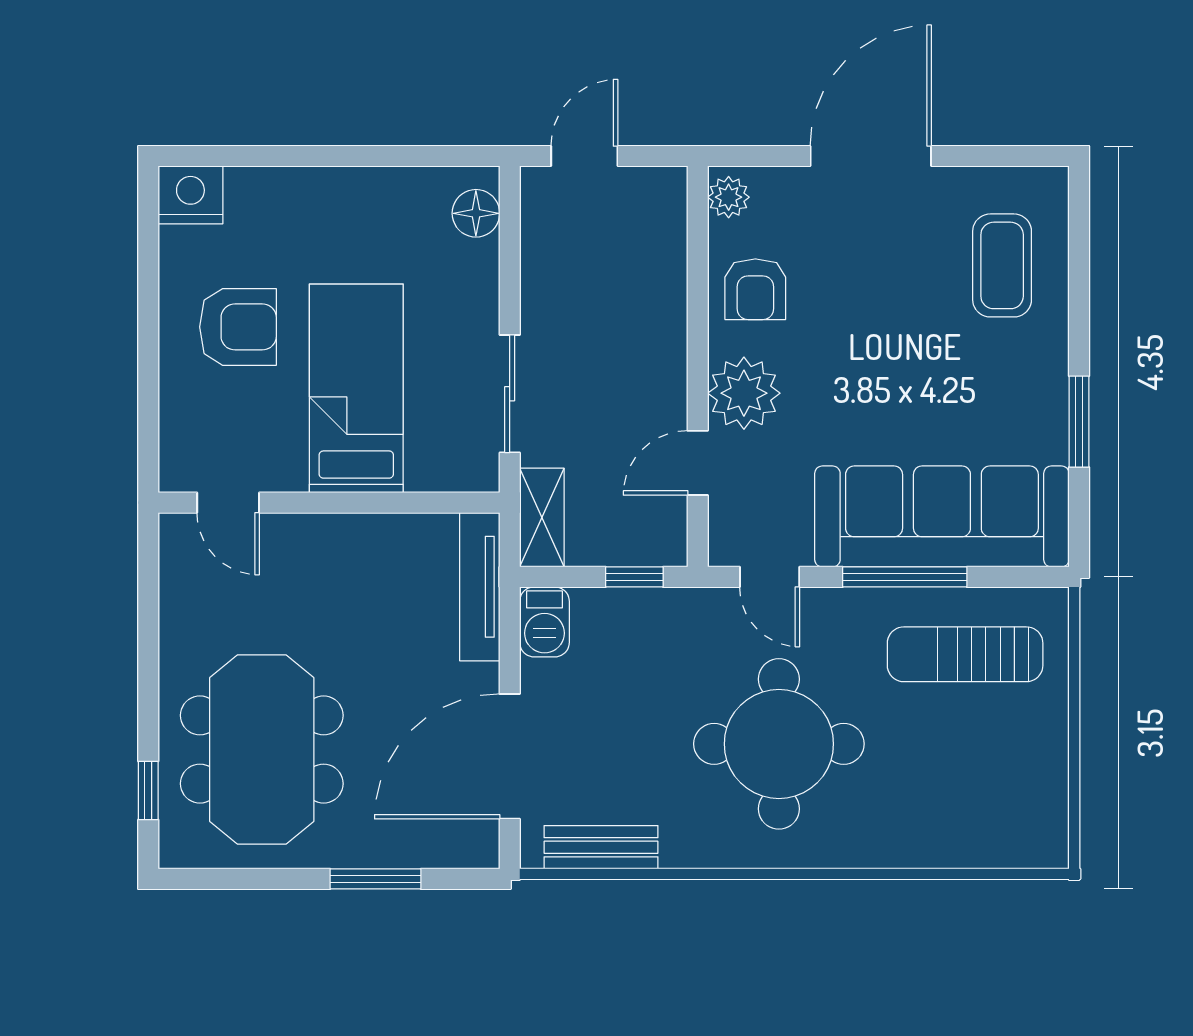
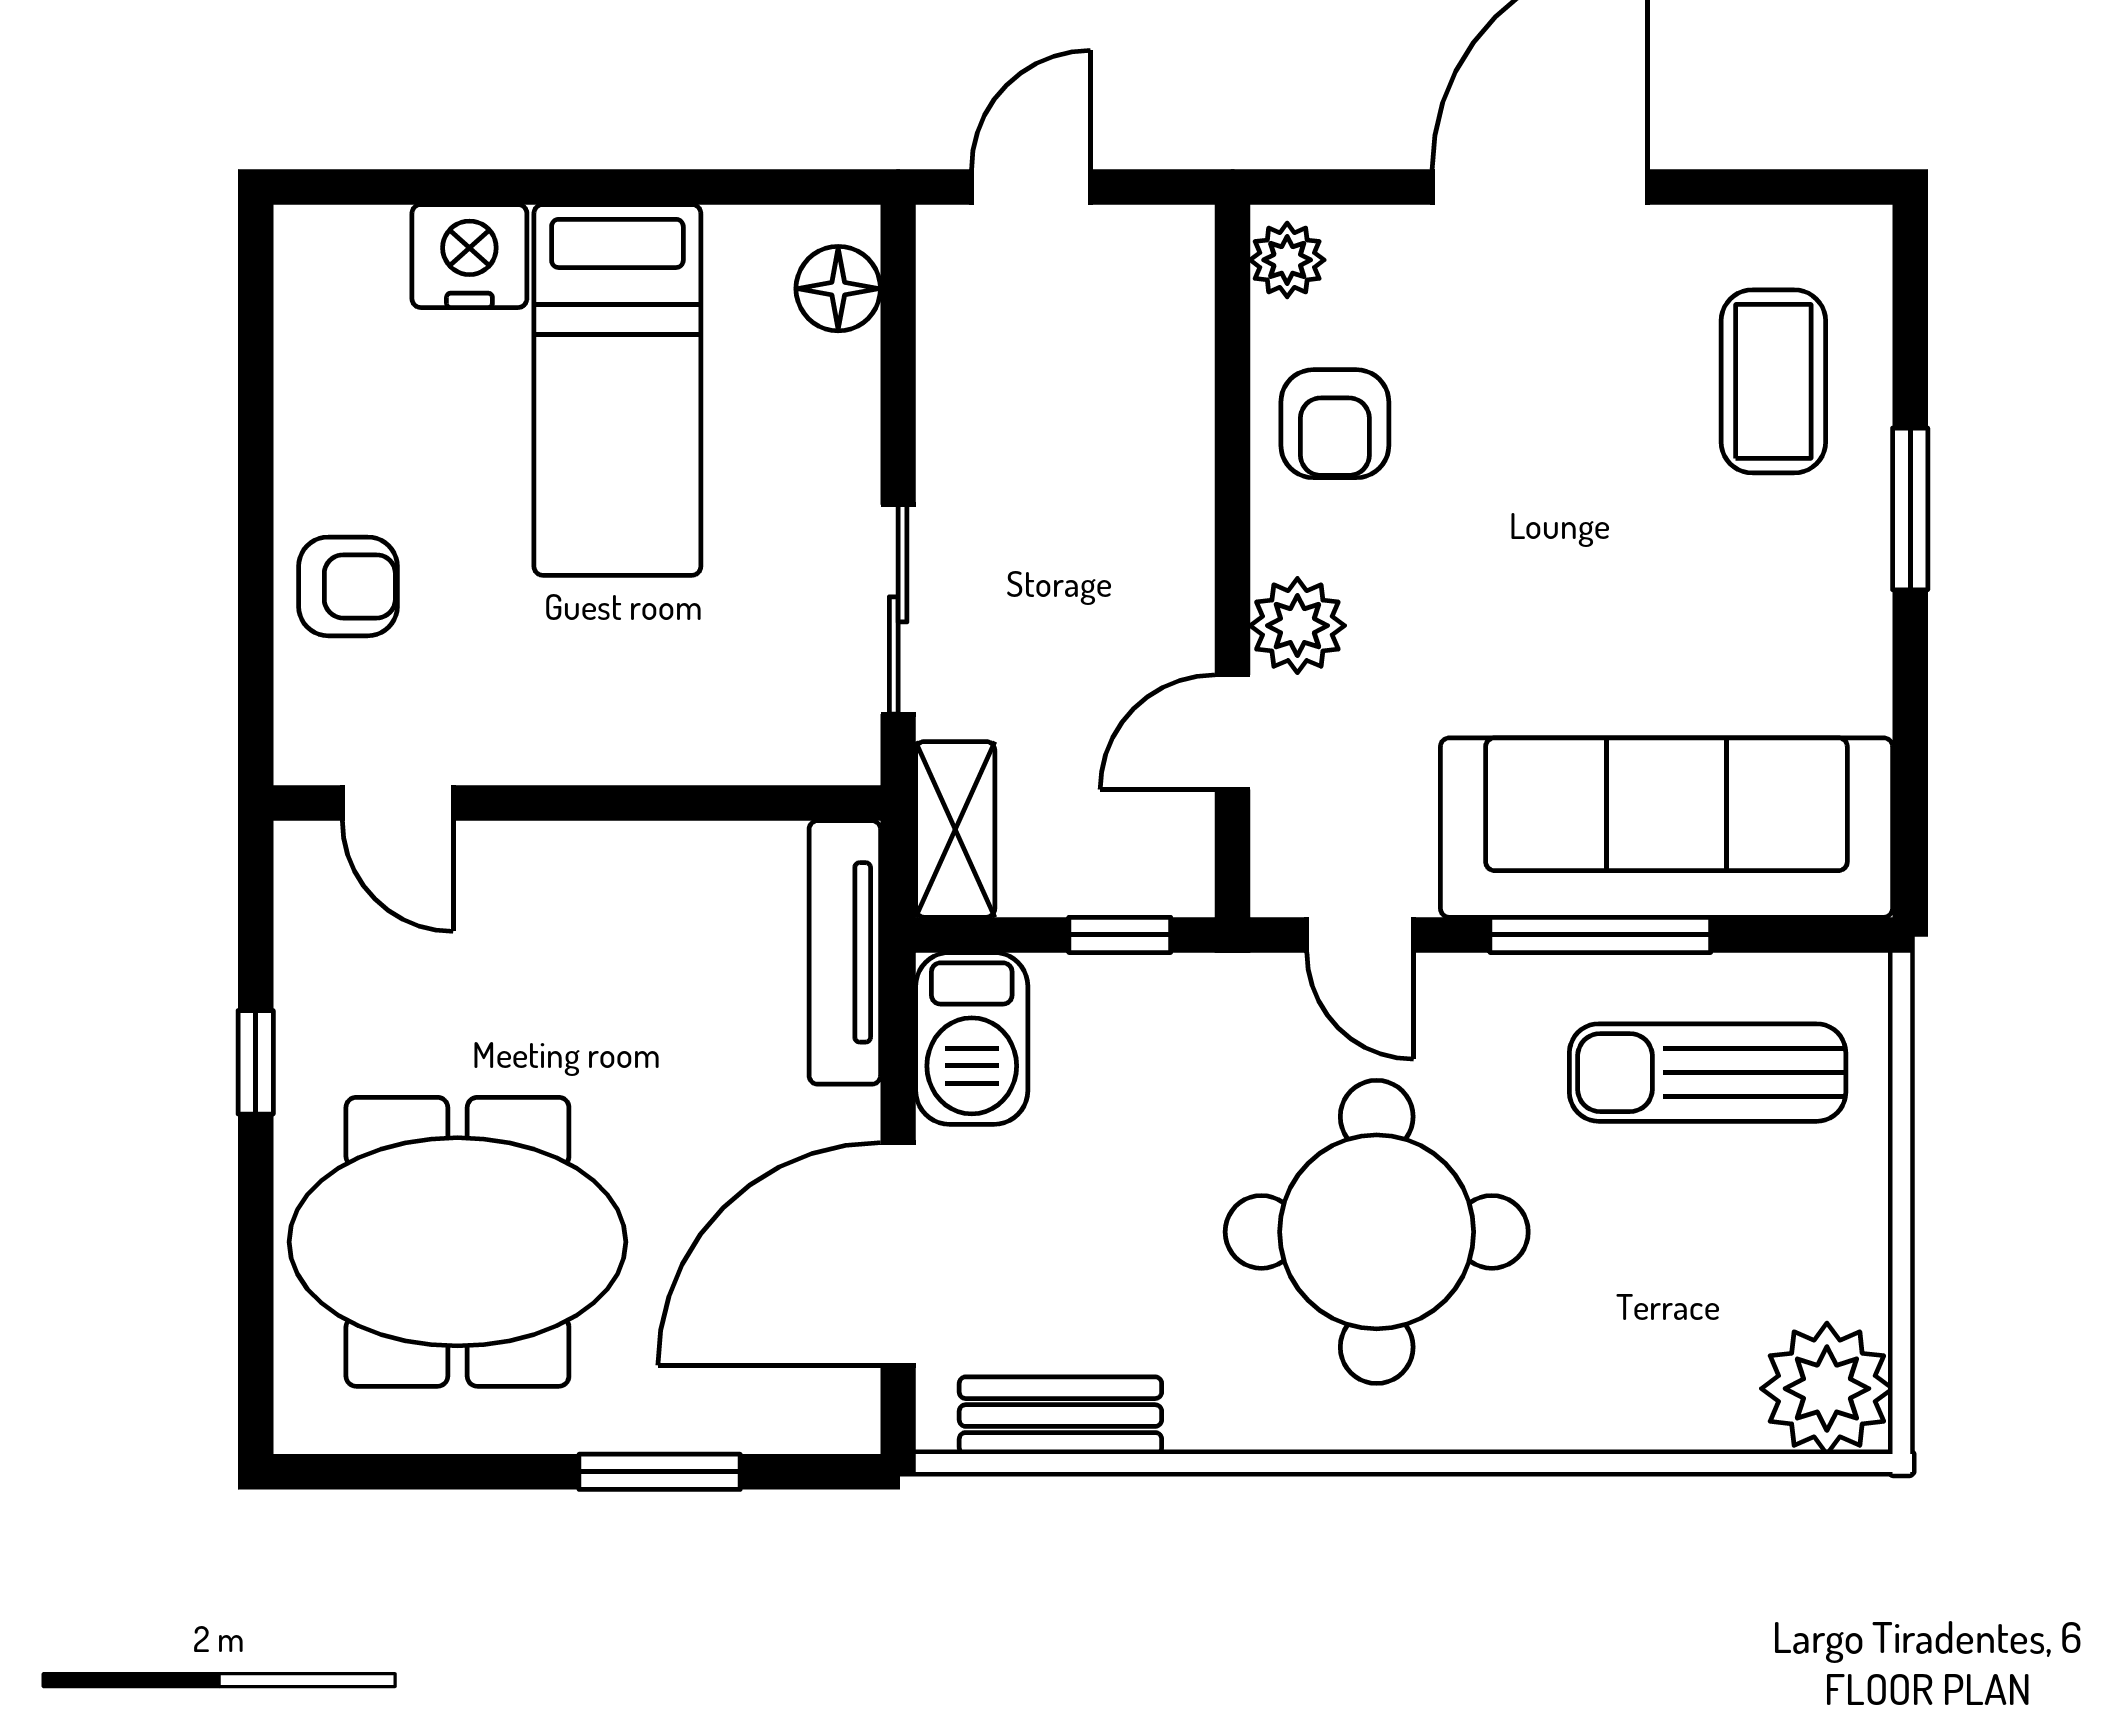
nightstand: (190, 195) -> (469, 256), moved
armchair: (238, 327) -> (348, 586), moved, width x0.72, depth x0.72
bed: (356, 388) -> (617, 390), moved, turned 180
plant: (744, 393) -> (1297, 626), width x0.73, depth x0.73
window: (1079, 422) -> (1910, 509), moved
barbecue: (544, 622) -> (972, 1038), width x1.38, depth x1.27
meeting table: (262, 750) -> (457, 1242), turned 90
window: (148, 790) -> (256, 1062), moved
plant: (1032, 832) -> (1827, 1389), added

